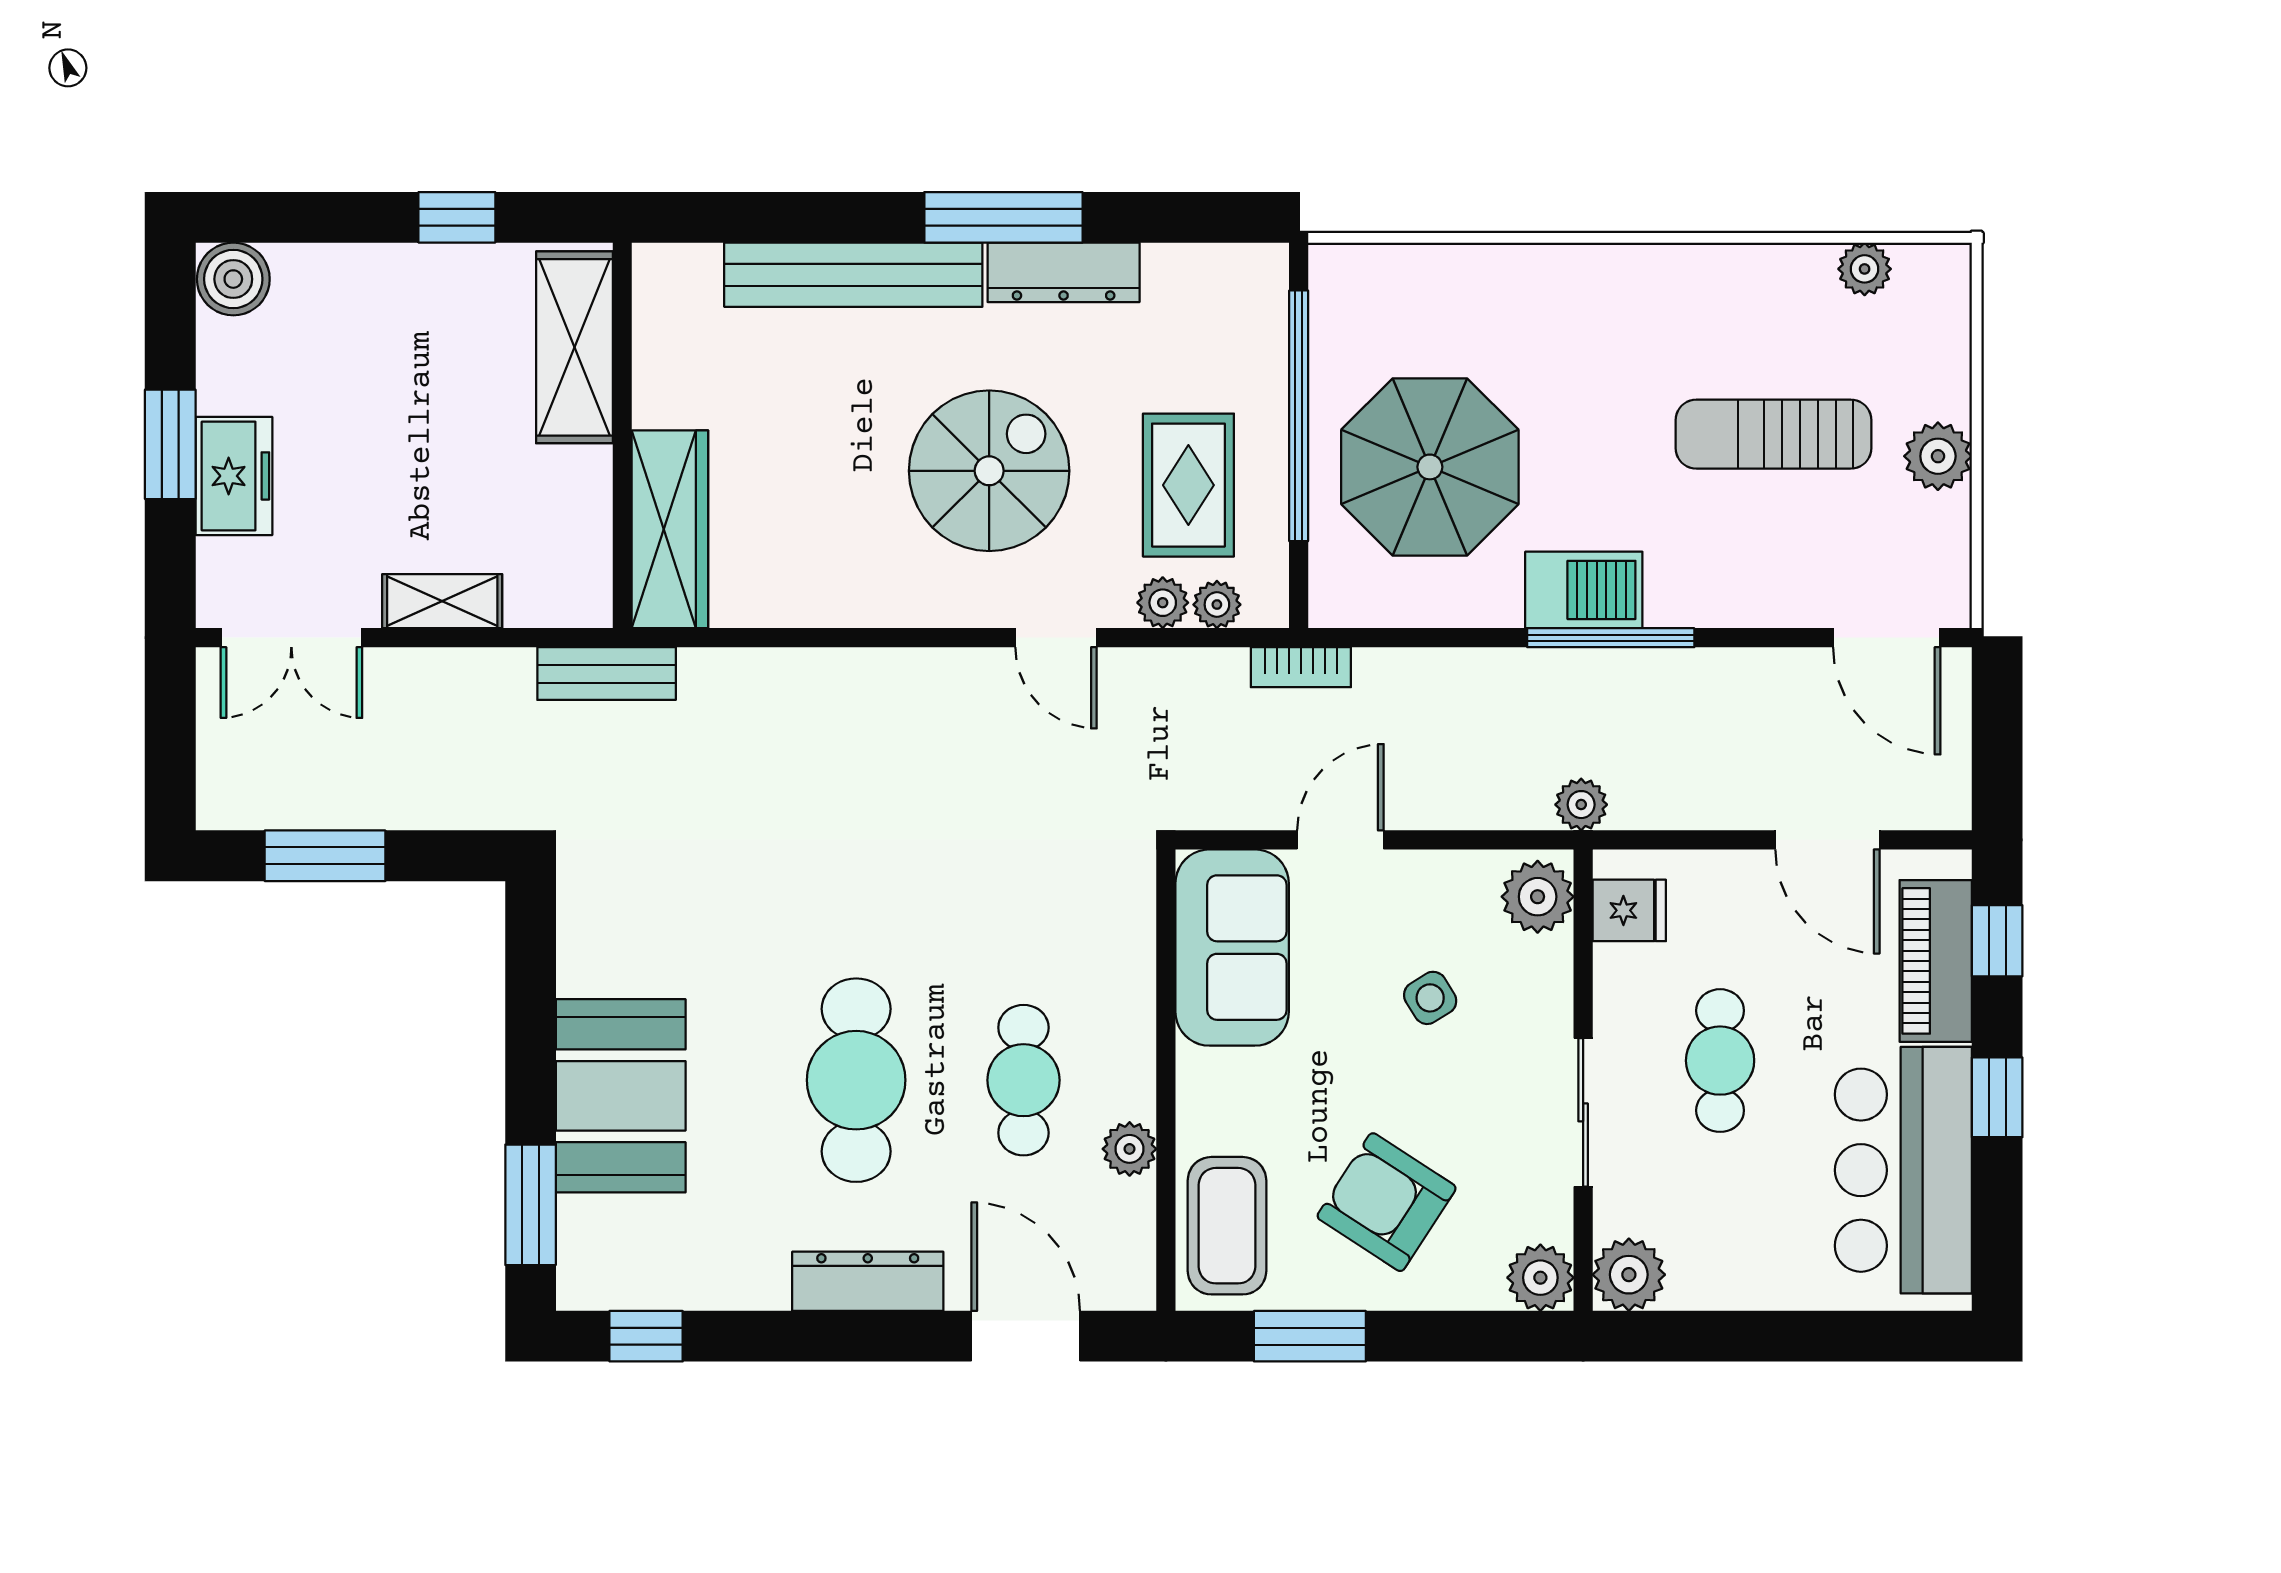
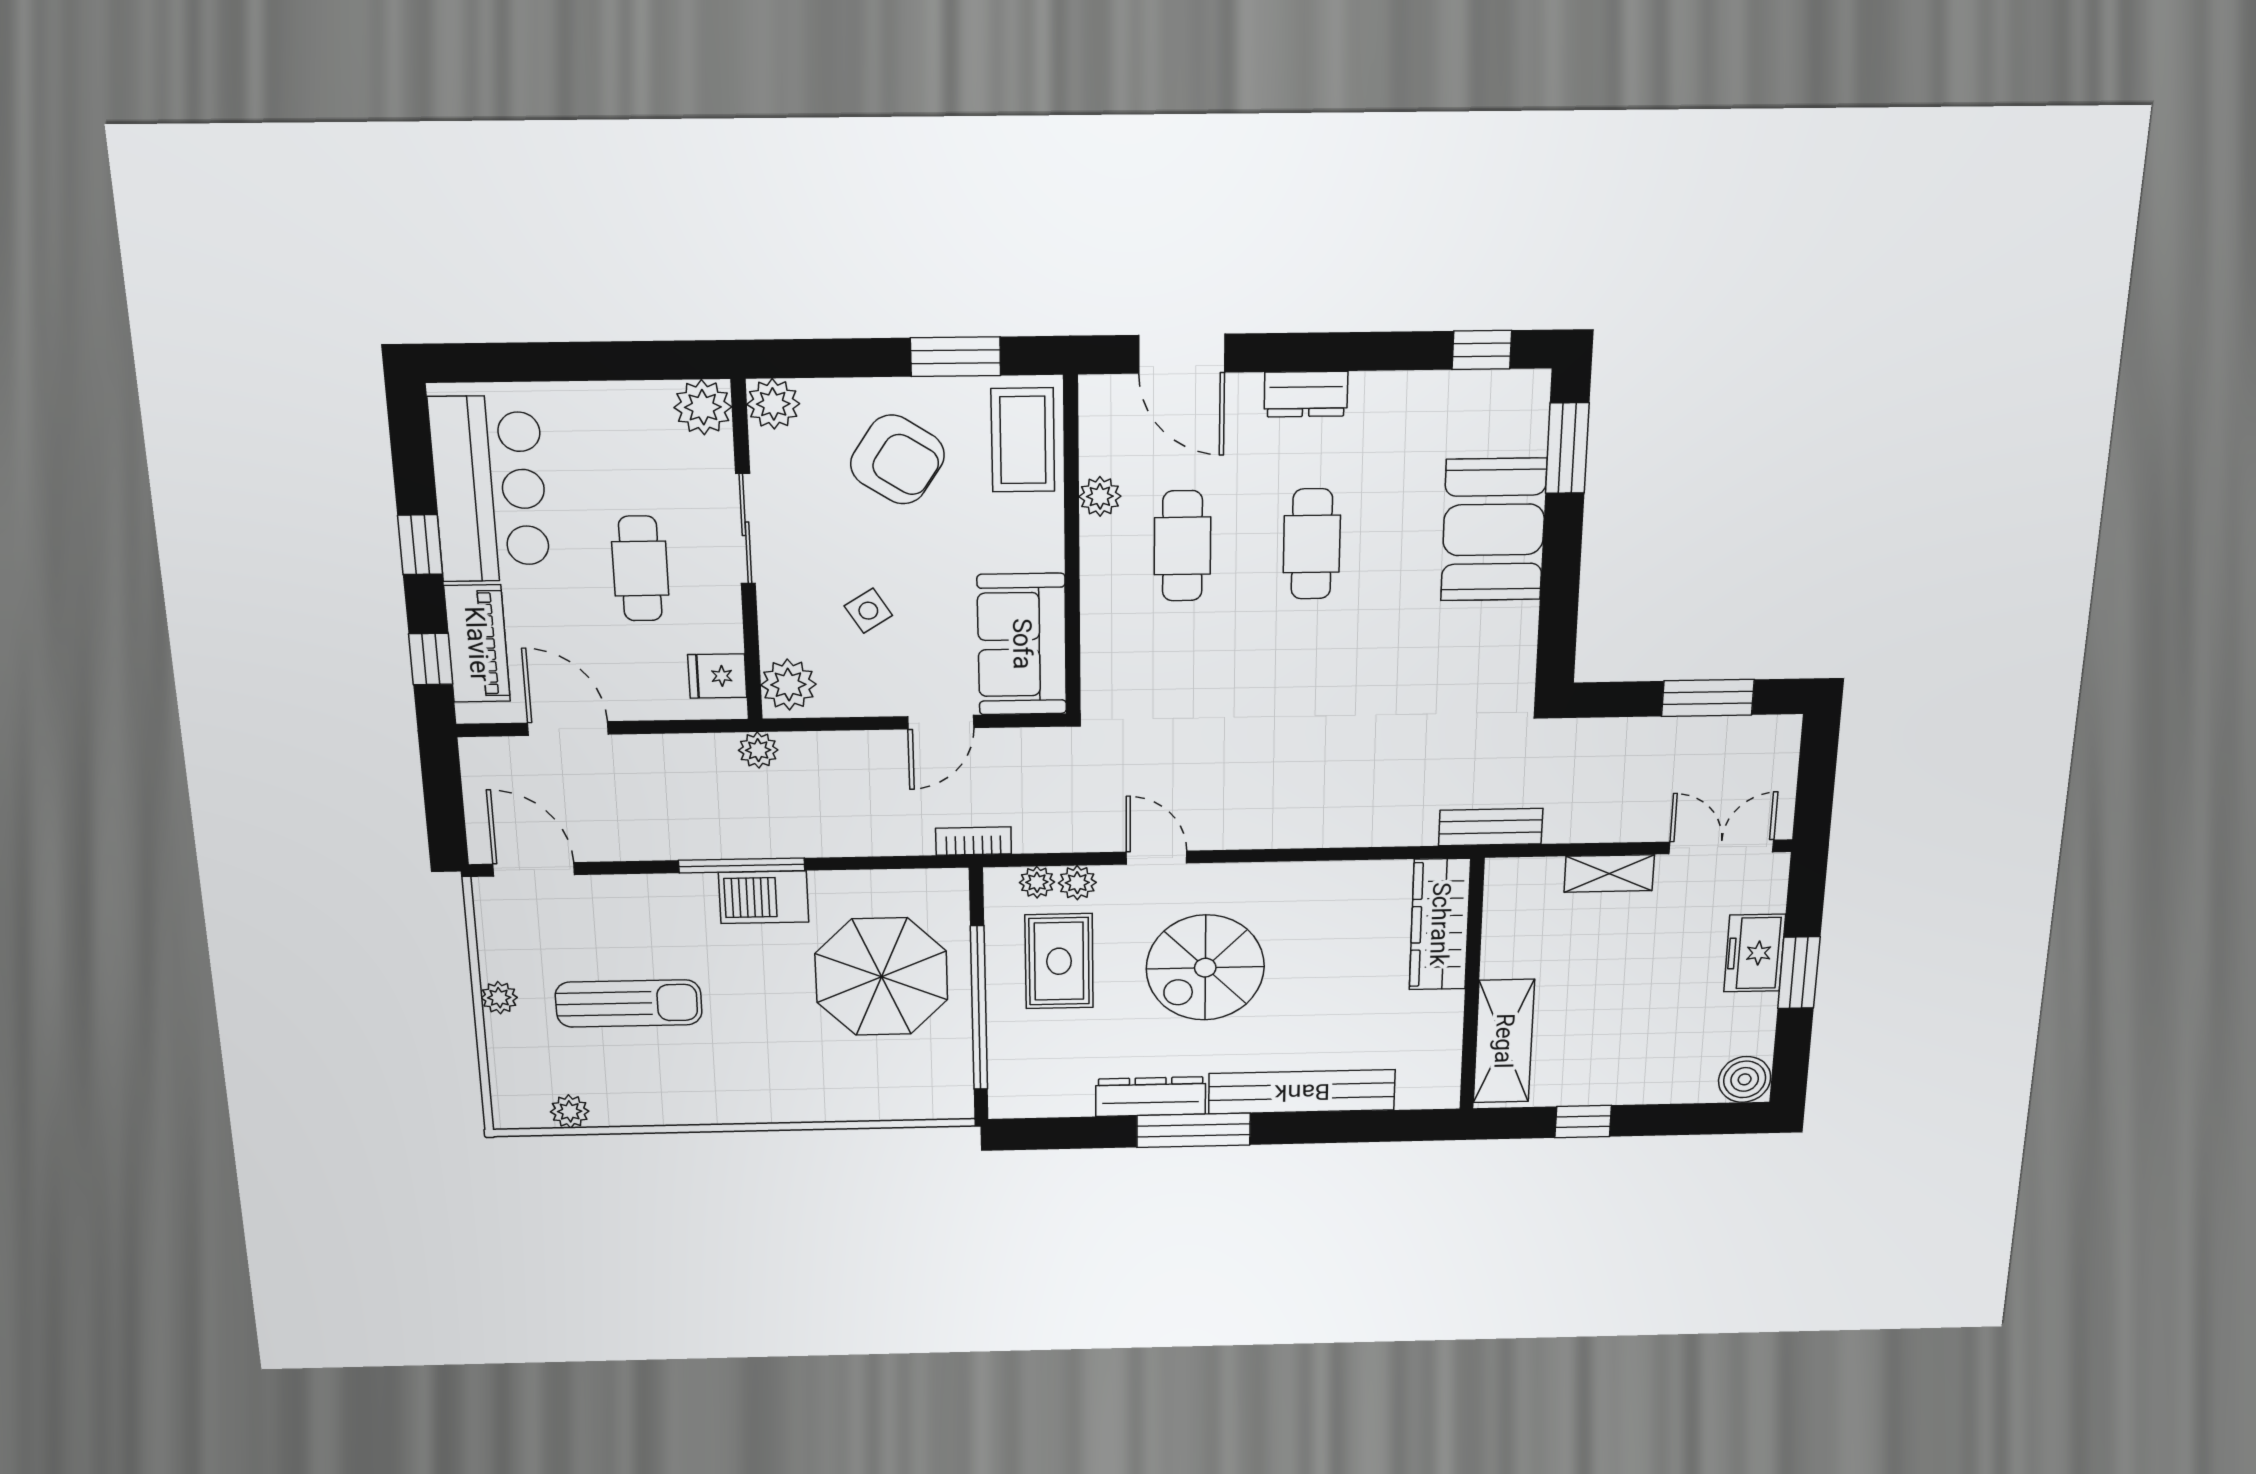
plant: (1938, 456) -> (499, 998), width x0.73, depth x0.73
cafe table: (856, 1080) -> (1312, 544), width x0.73, depth x0.74
dresser: (868, 1281) -> (1306, 394), width x0.70

